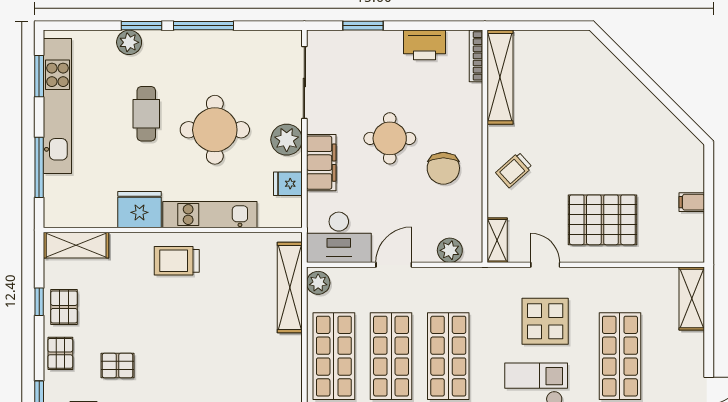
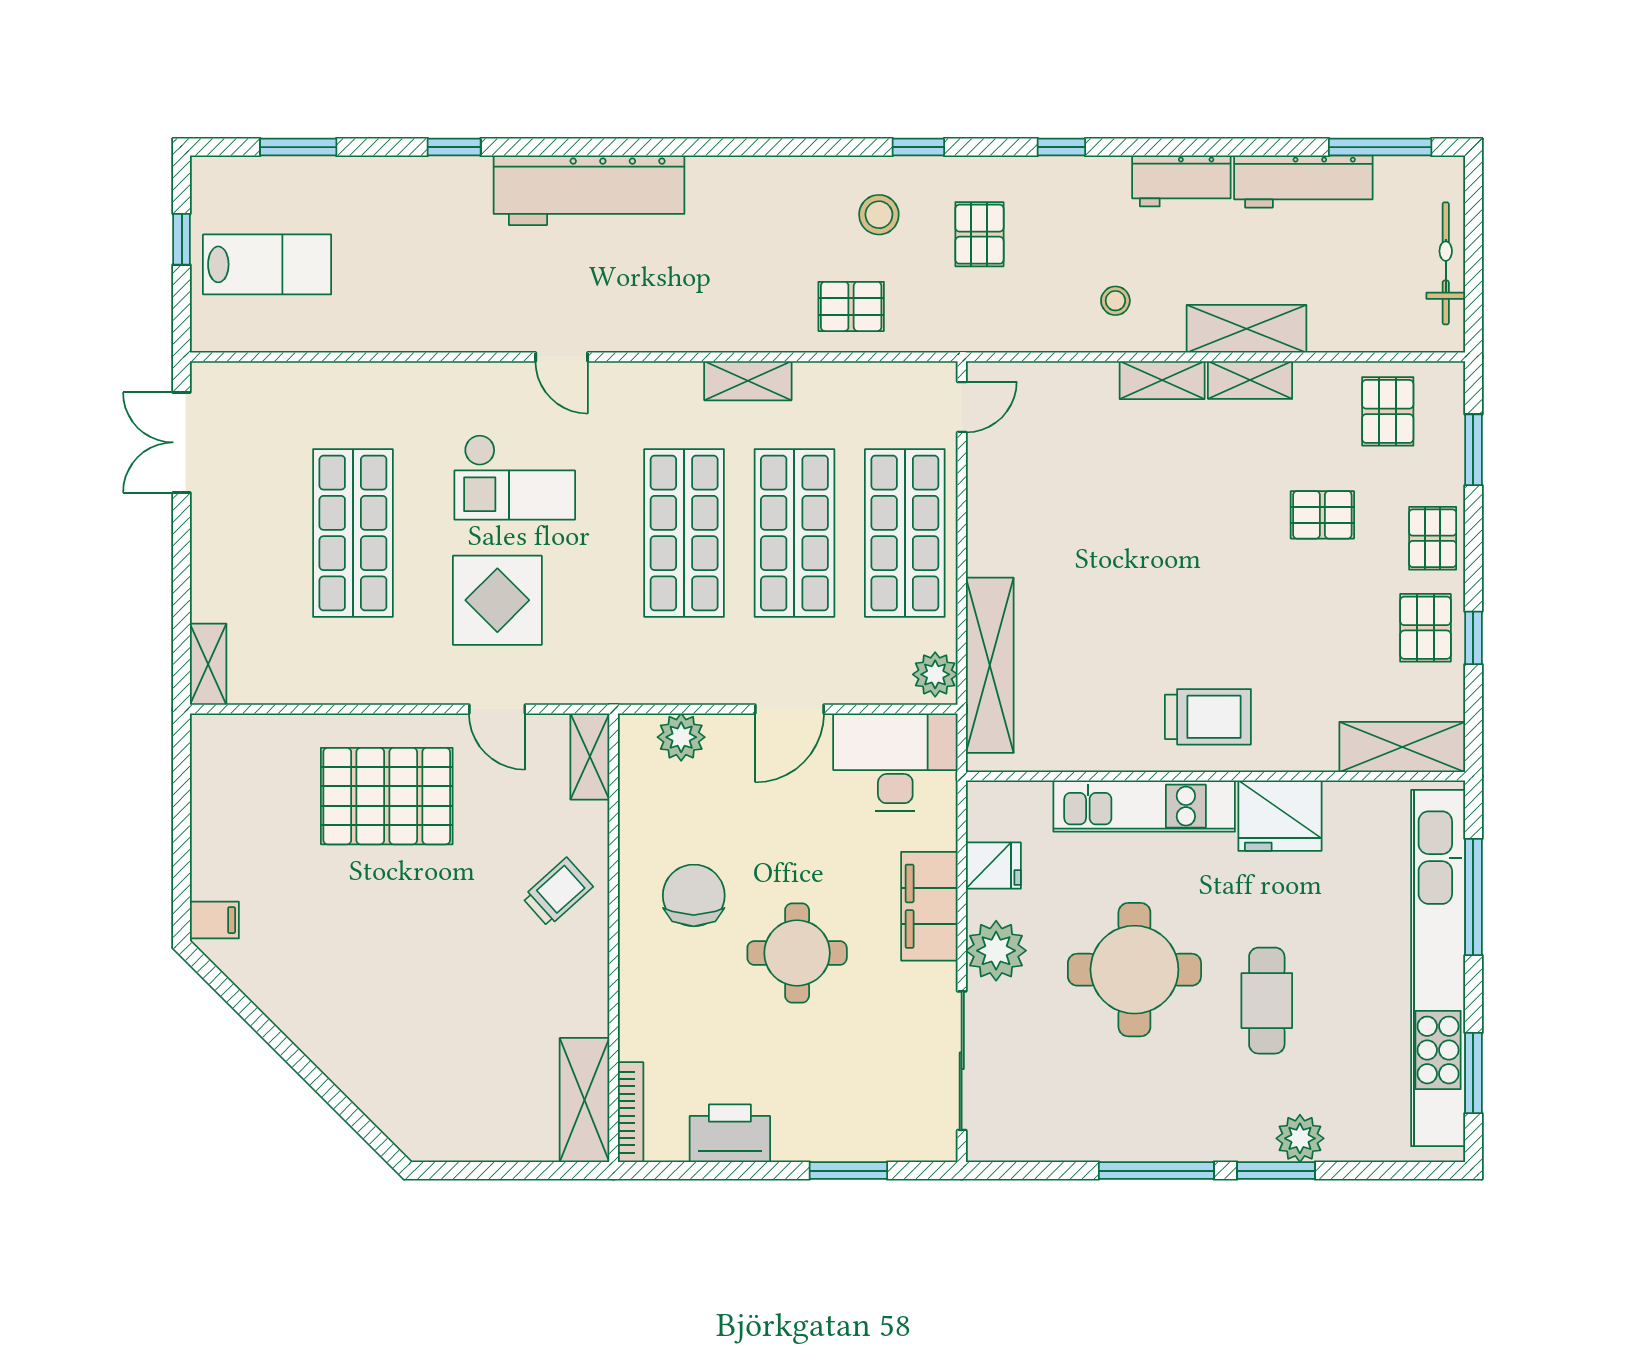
shelving: (500, 77) -> (585, 1100), width x0.68
kitchen unit: (57, 106) -> (1438, 968), width x1.36
filing cabinet: (692, 202) -> (214, 920), moved
shelving: (692, 299) -> (208, 664), width x0.67, depth x0.75

